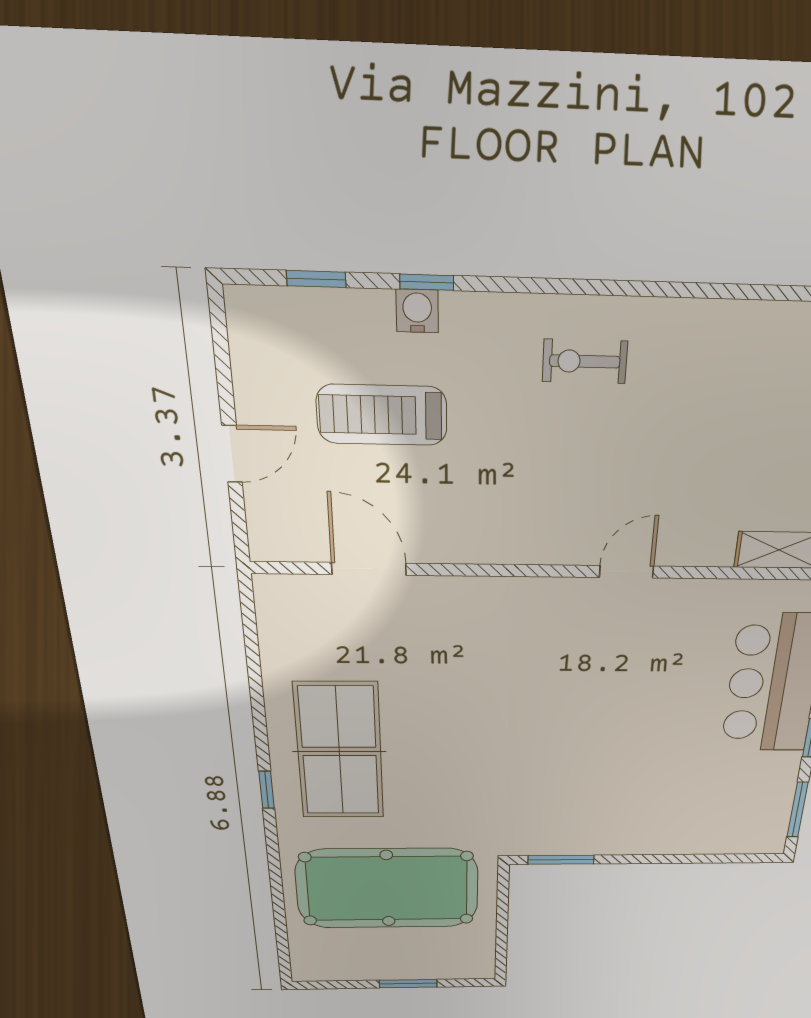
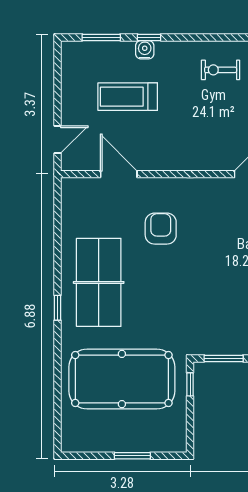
window: (316, 279) -> (101, 37), width x1.50
door: (232, 454) -> (57, 139), moved
armchair: (454, 665) -> (161, 229), added
window: (503, 894) -> (190, 384), added

